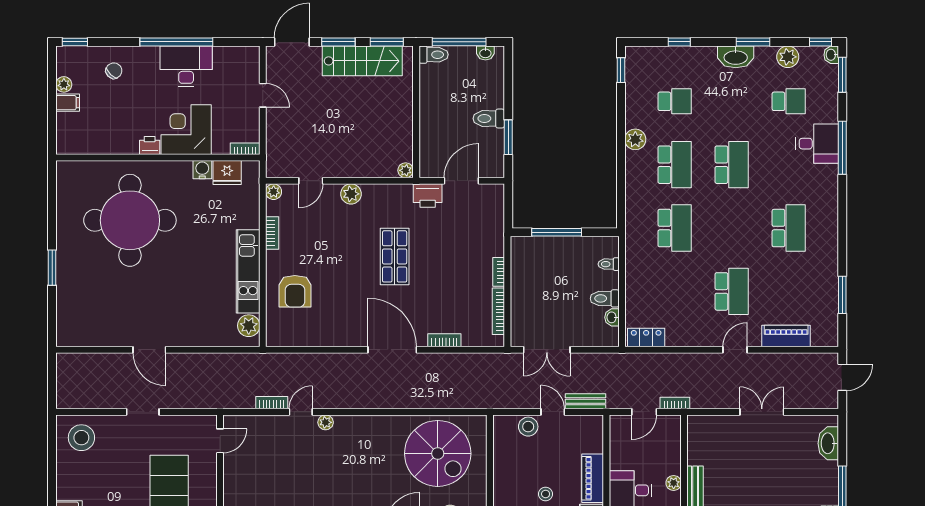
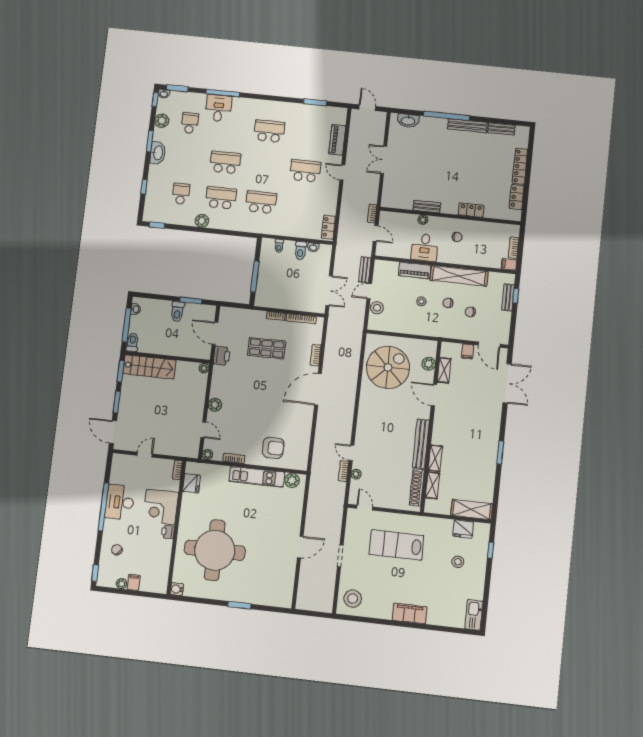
stairs: (362, 61) -> (149, 367), moved, turned 90
water cooler: (202, 170) -> (177, 589), moved
shop shelf: (395, 256) -> (267, 348), moved
plant: (326, 422) -> (356, 474), moved

